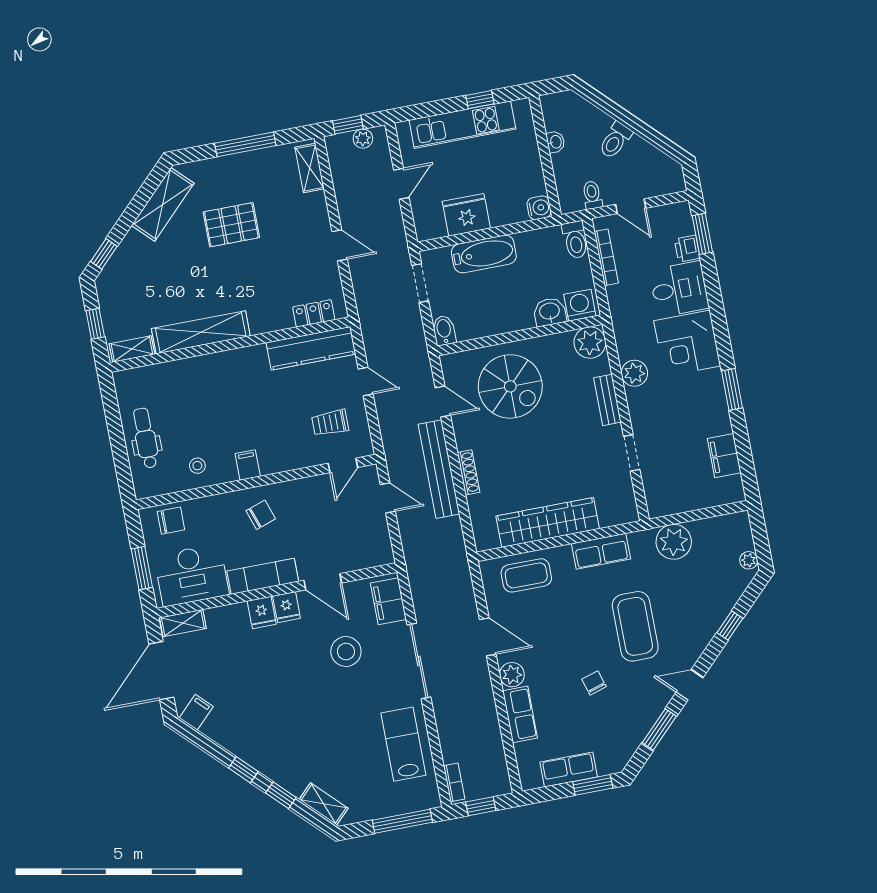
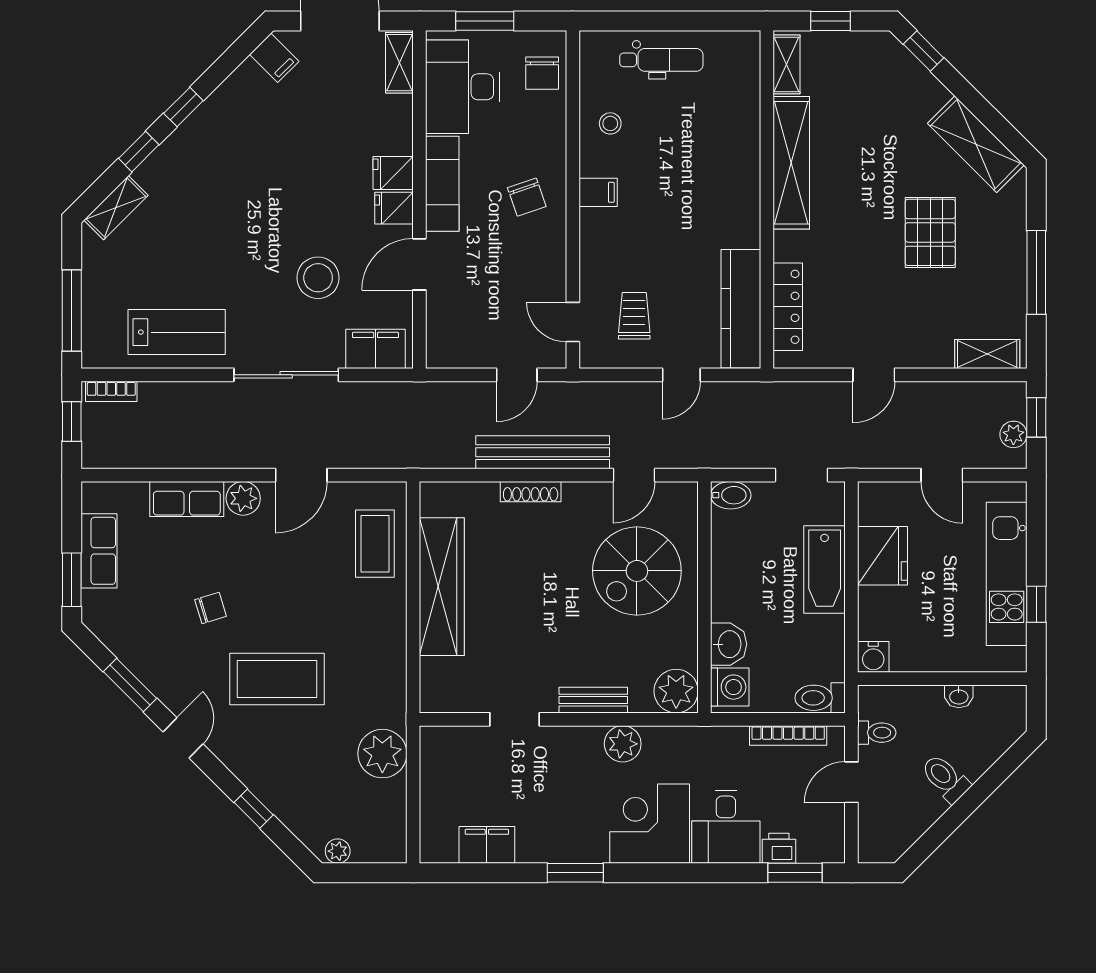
locker: (314, 313) -> (788, 307), width x1.53
row of seats: (601, 551) -> (388, 652), removed

